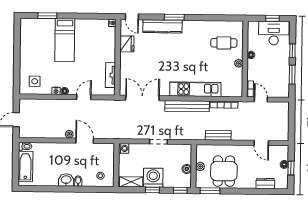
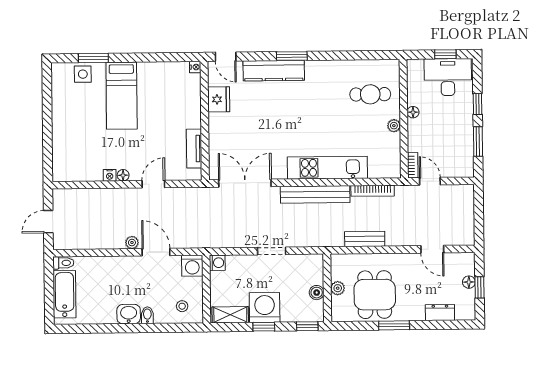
side table: (35, 81) -> (83, 74), moved
washing machine: (108, 150) -> (192, 266), added
window: (210, 191) -> (394, 325), moved

